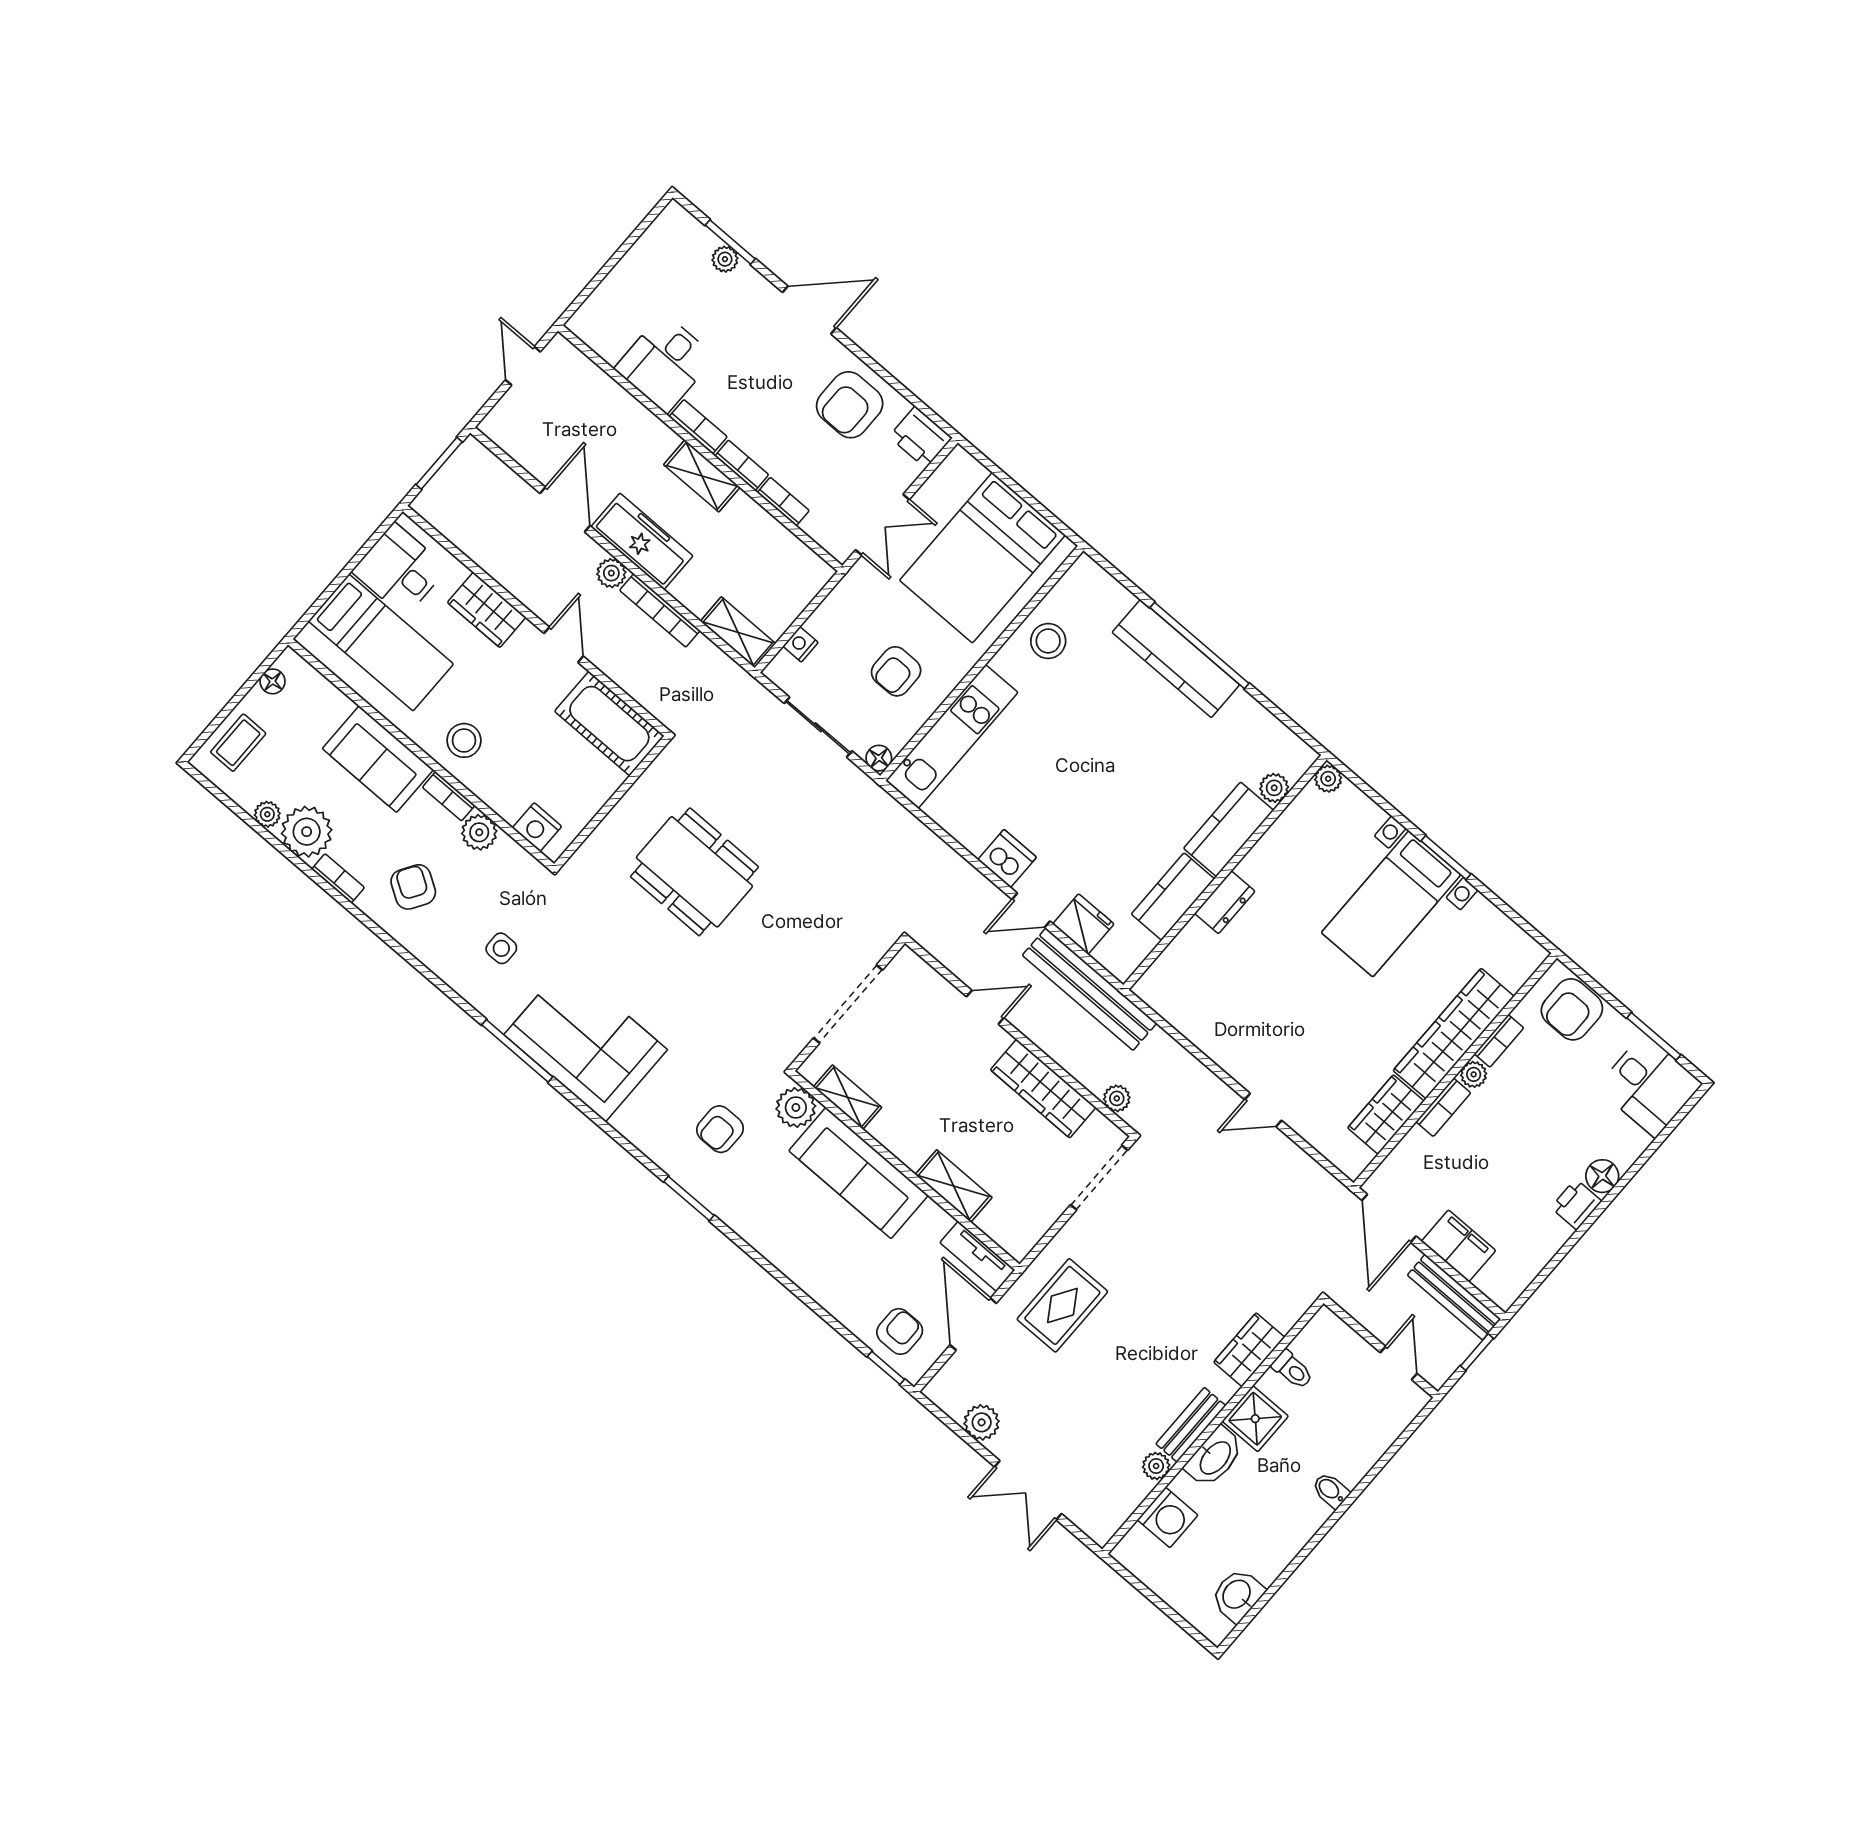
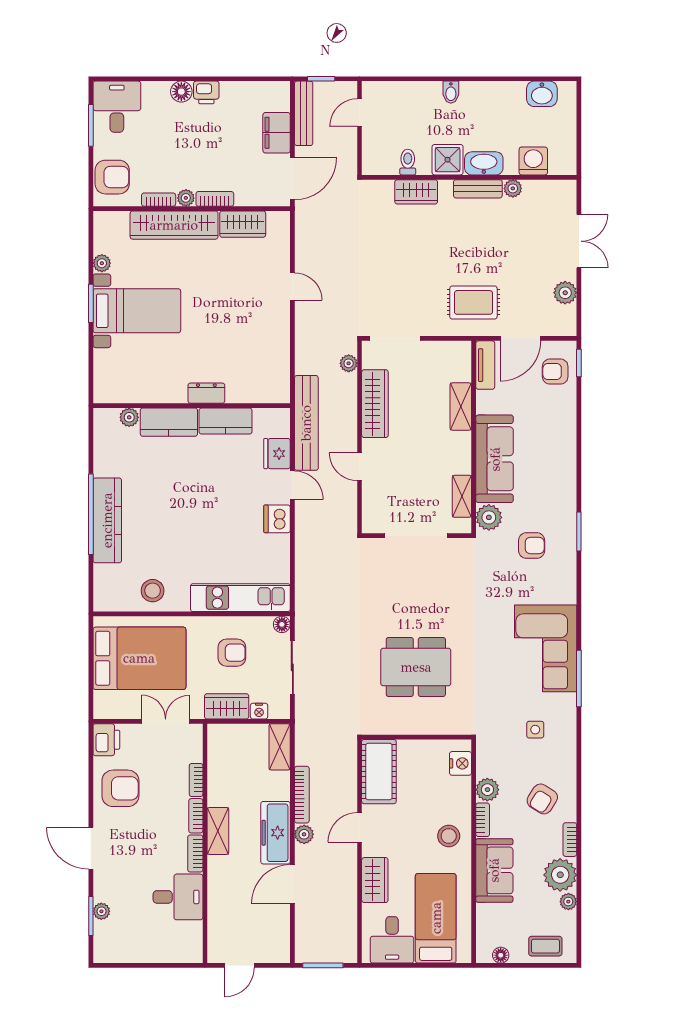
wardrobe: (838, 611) -> (227, 706), added
plant: (1328, 779) -> (102, 263), moved
dining table: (694, 872) -> (416, 667), turned 90

